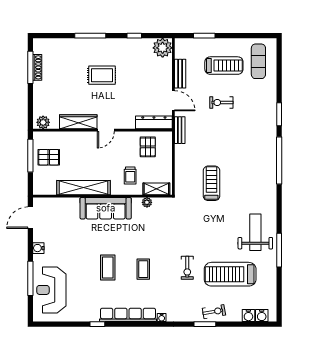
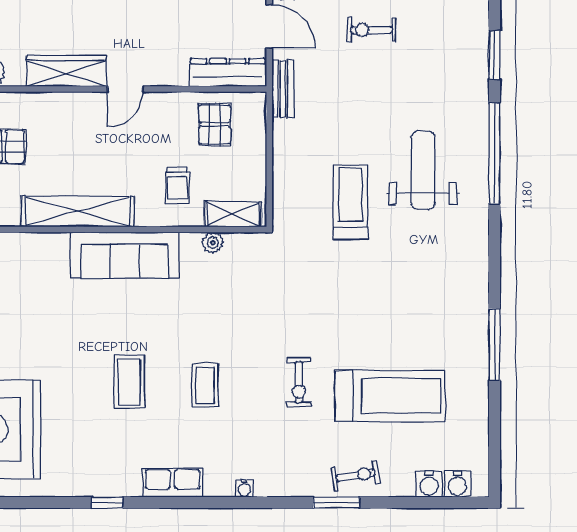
weight bench: (255, 232) -> (423, 170), moved
treadmill: (230, 274) -> (390, 396), turned 180
row of seats: (128, 315) -> (173, 483), width x0.50

